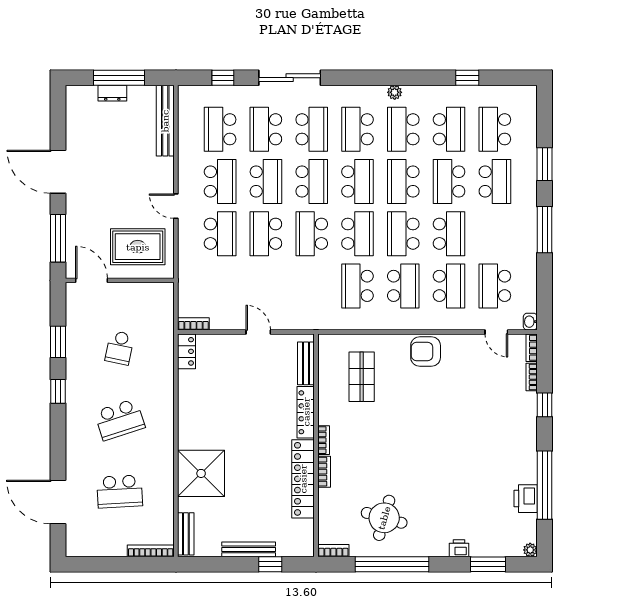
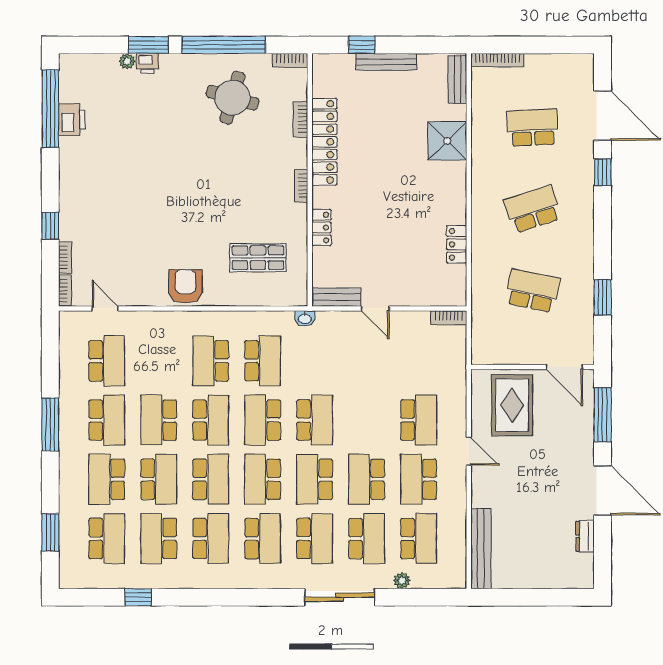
window: (119, 78) -> (533, 597), removed
window: (223, 78) -> (415, 597), removed
plant: (395, 92) -> (402, 581), moved
dresser: (112, 93) -> (585, 536), moved, turned -90
school desk: (312, 129) -> (315, 539), turned 180
window: (545, 164) -> (50, 532), moved
school desk: (220, 234) -> (419, 420), turned 180
school desk: (266, 234) -> (367, 420), removed
rug: (138, 247) -> (512, 405), turned 90
school desk: (449, 286) -> (107, 420), moved, turned 180
washbasin: (530, 322) -> (305, 318), moved, turned 90
school desk: (120, 348) -> (533, 291), width x1.85
locker: (187, 351) -> (457, 244), moved
armchair: (426, 352) -> (185, 286), turned -90
bench: (306, 363) -> (336, 297), moved, turned 90
shop shelf: (362, 377) -> (258, 258), turned 90
window: (58, 391) -> (603, 172), moved
locker: (306, 412) -> (322, 227), width x0.66
bookcase: (324, 472) -> (301, 119), moved
shower: (201, 473) -> (447, 141), width x0.73, depth x0.73
window: (545, 485) -> (50, 109), moved
plant: (530, 550) -> (127, 61), moved
window: (488, 564) -> (148, 45), moved

